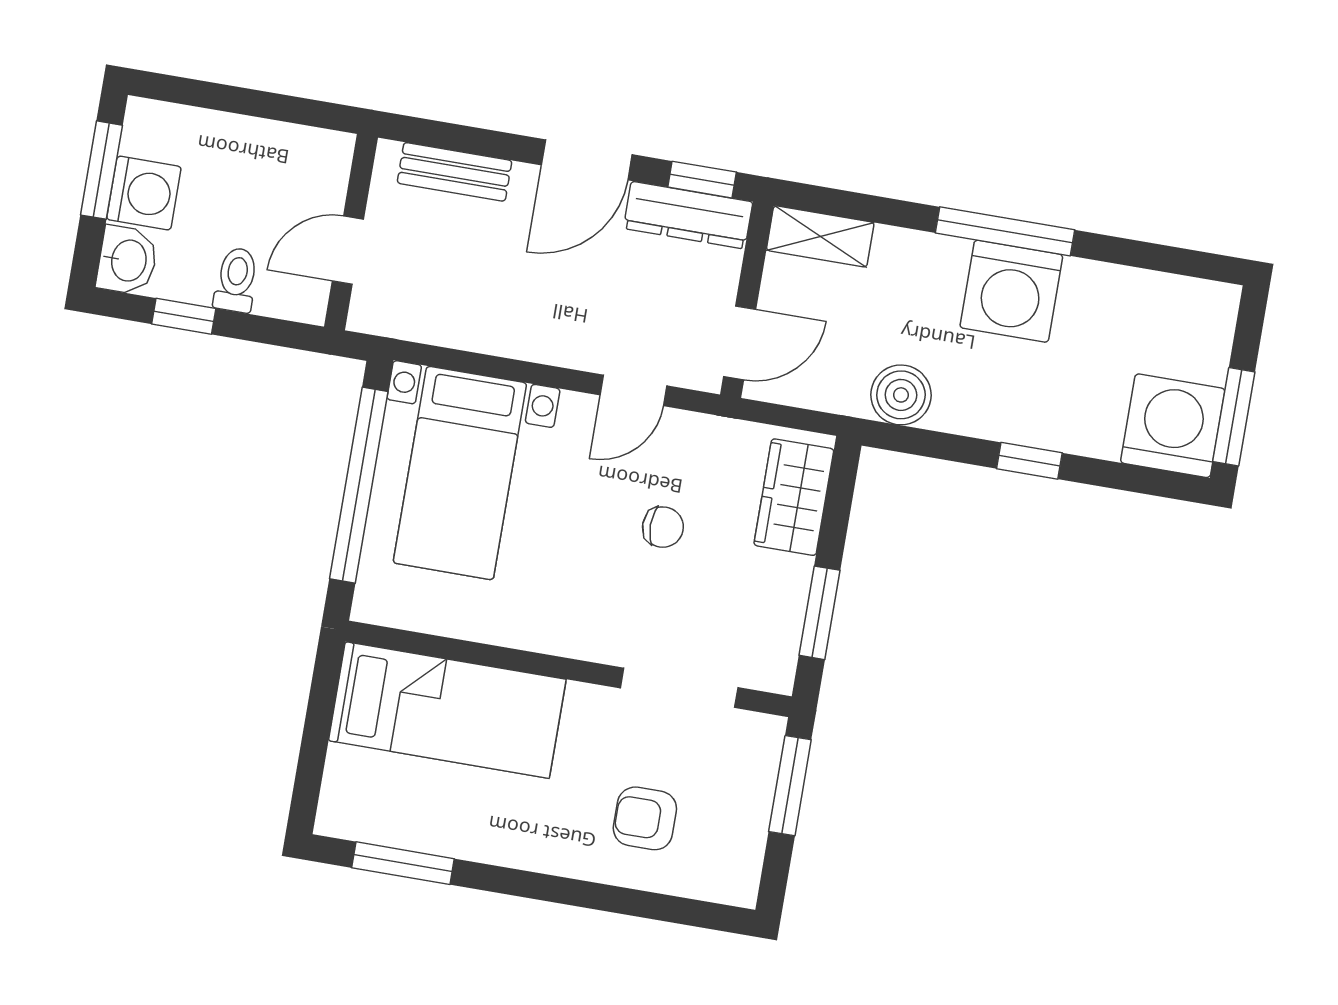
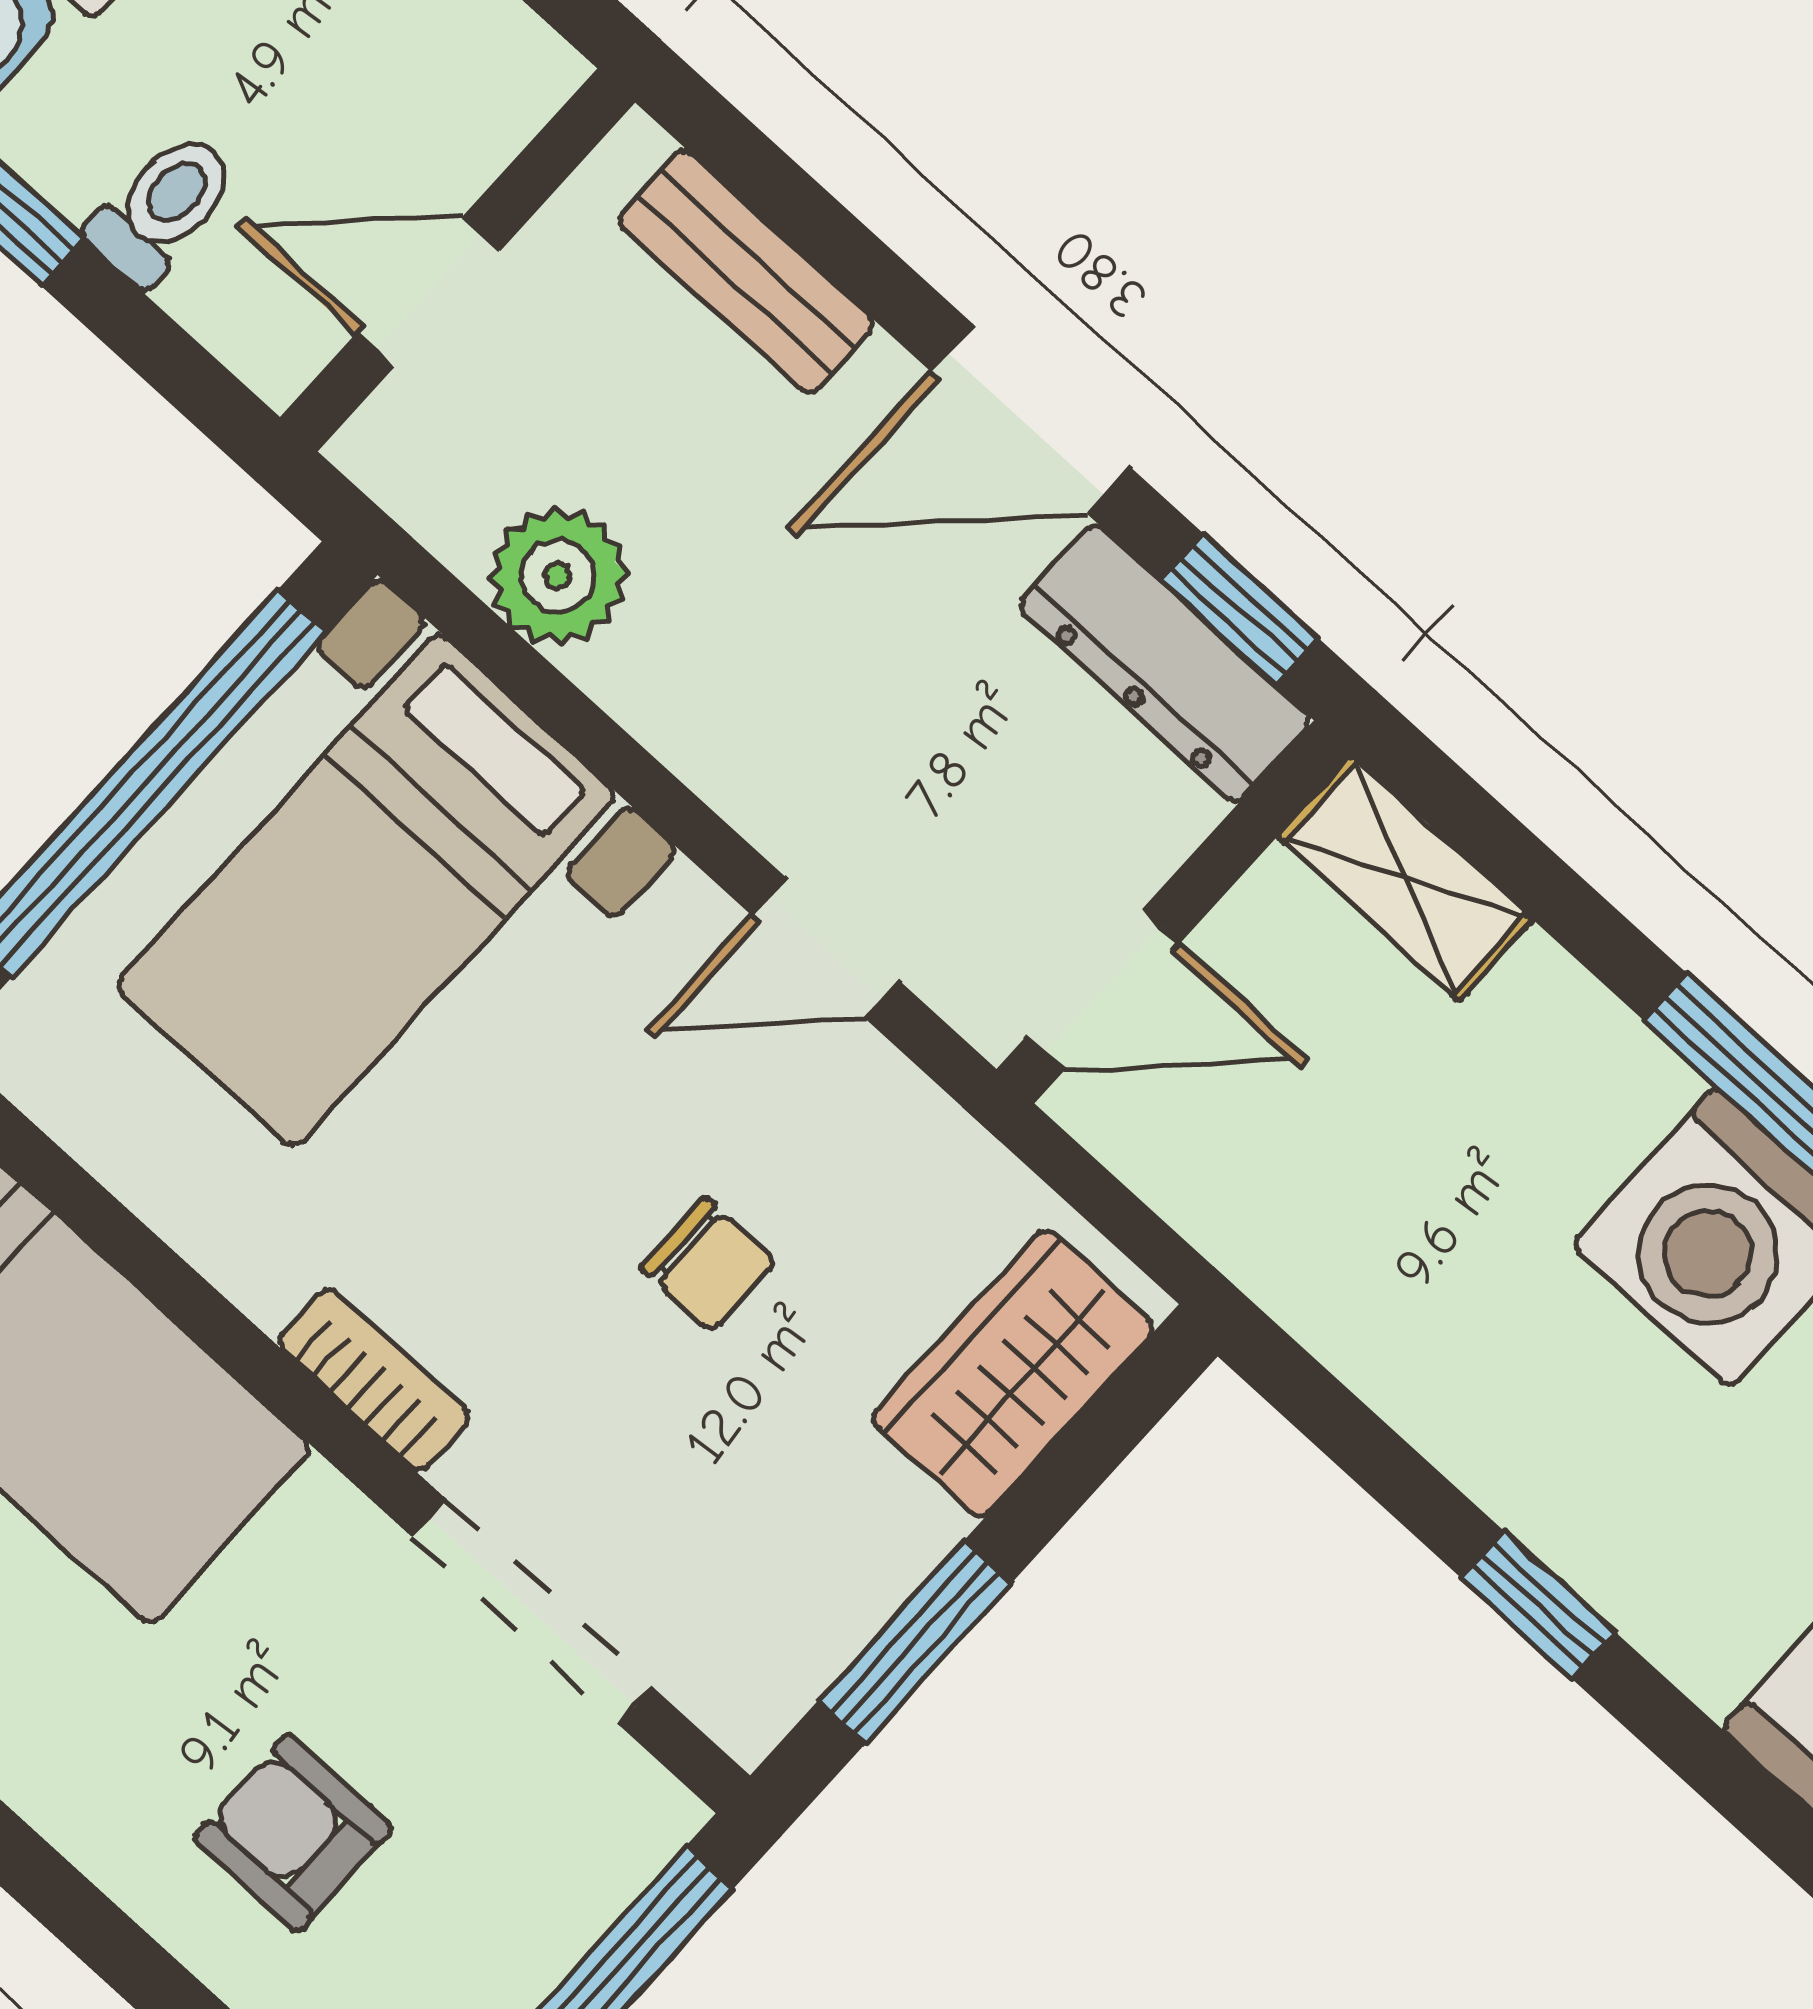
plant: (457, 320) -> (558, 576), added
boiler: (901, 395) -> (1363, 1305), removed
bookcase: (572, 642) -> (374, 1380), added

